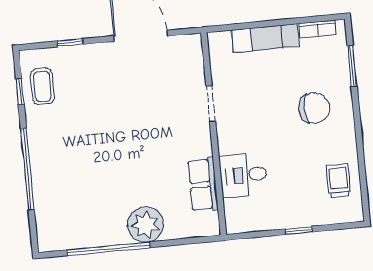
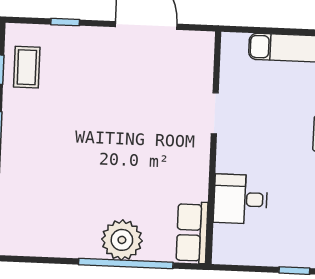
row of seats: (203, 184) -> (192, 233), moved
window: (108, 249) -> (126, 264), moved

